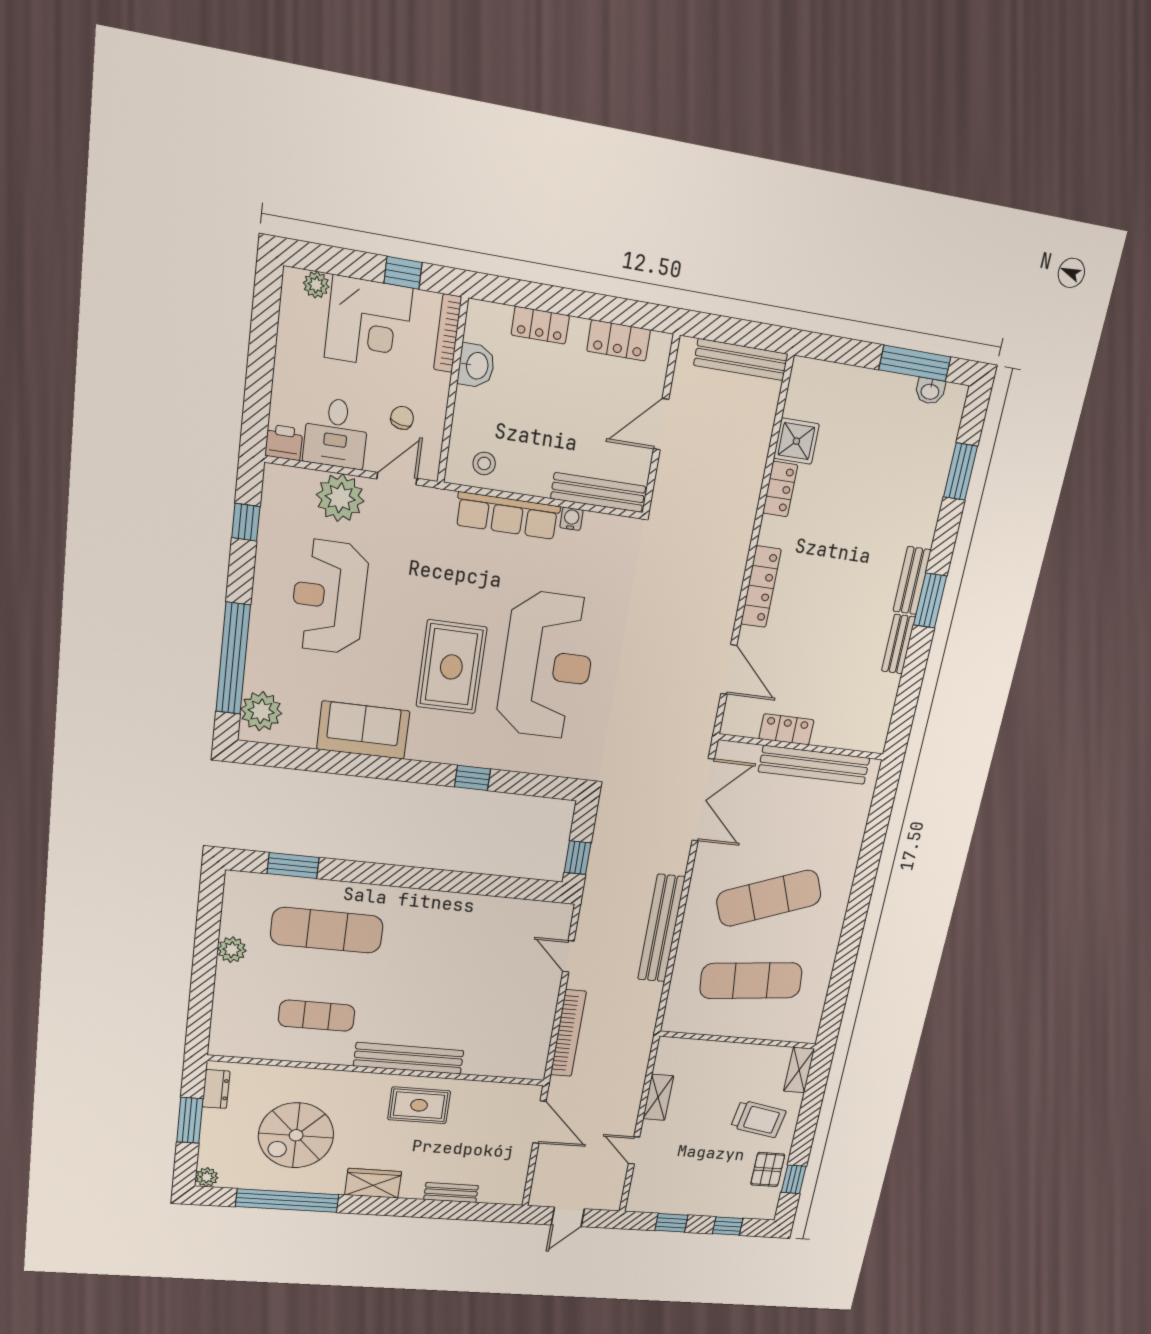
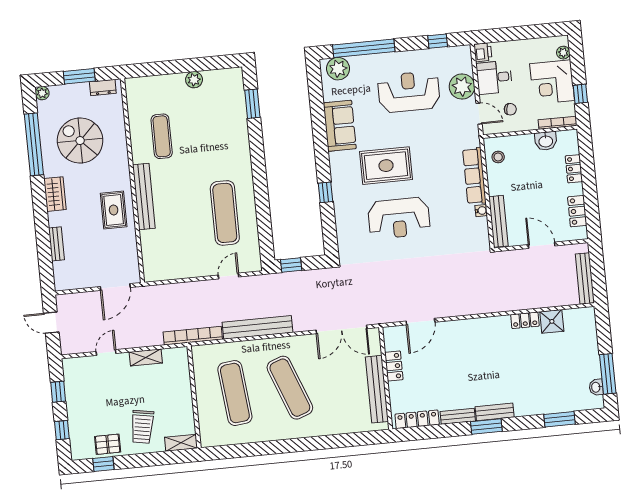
locker: (761, 587) -> (417, 419), moved, turned 180
reception desk: (547, 666) -> (399, 218), width x0.74, depth x0.77
exercise mat: (327, 930) -> (225, 213), moved
bookcase: (568, 1033) -> (193, 336), moved, turned 180

